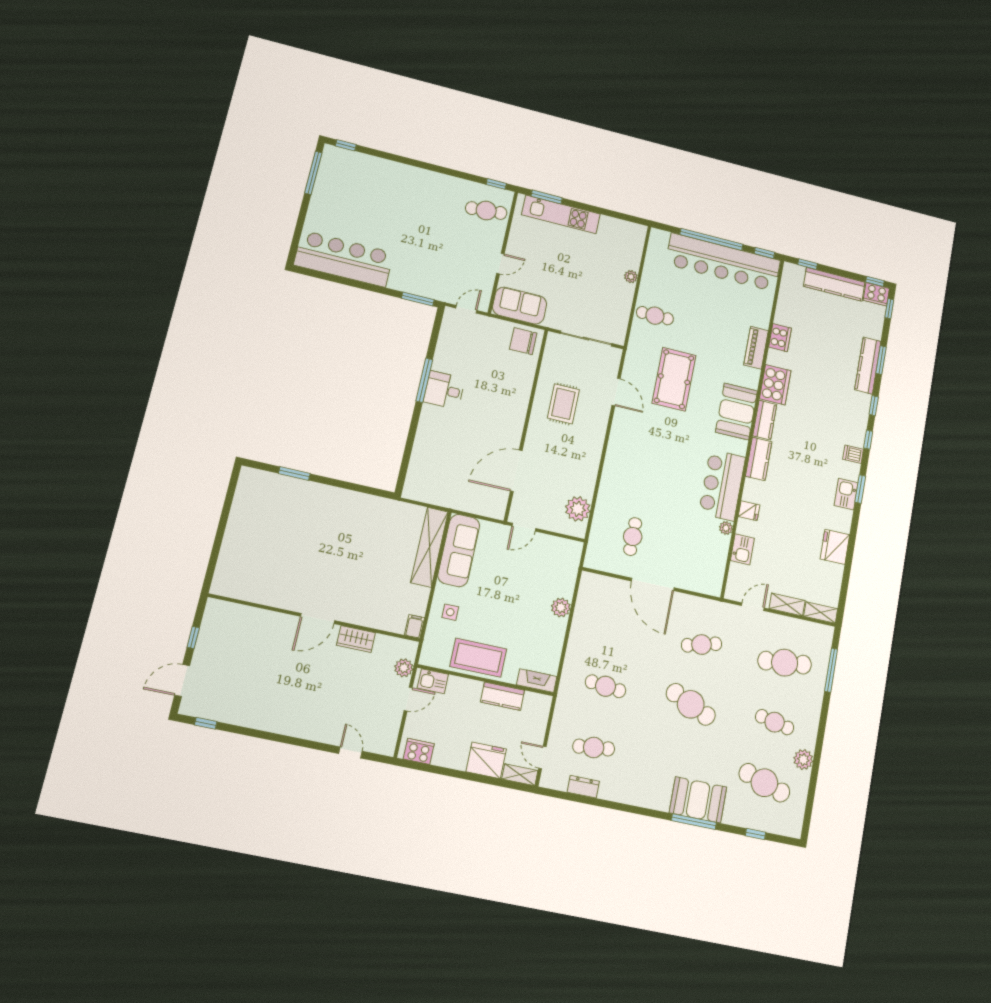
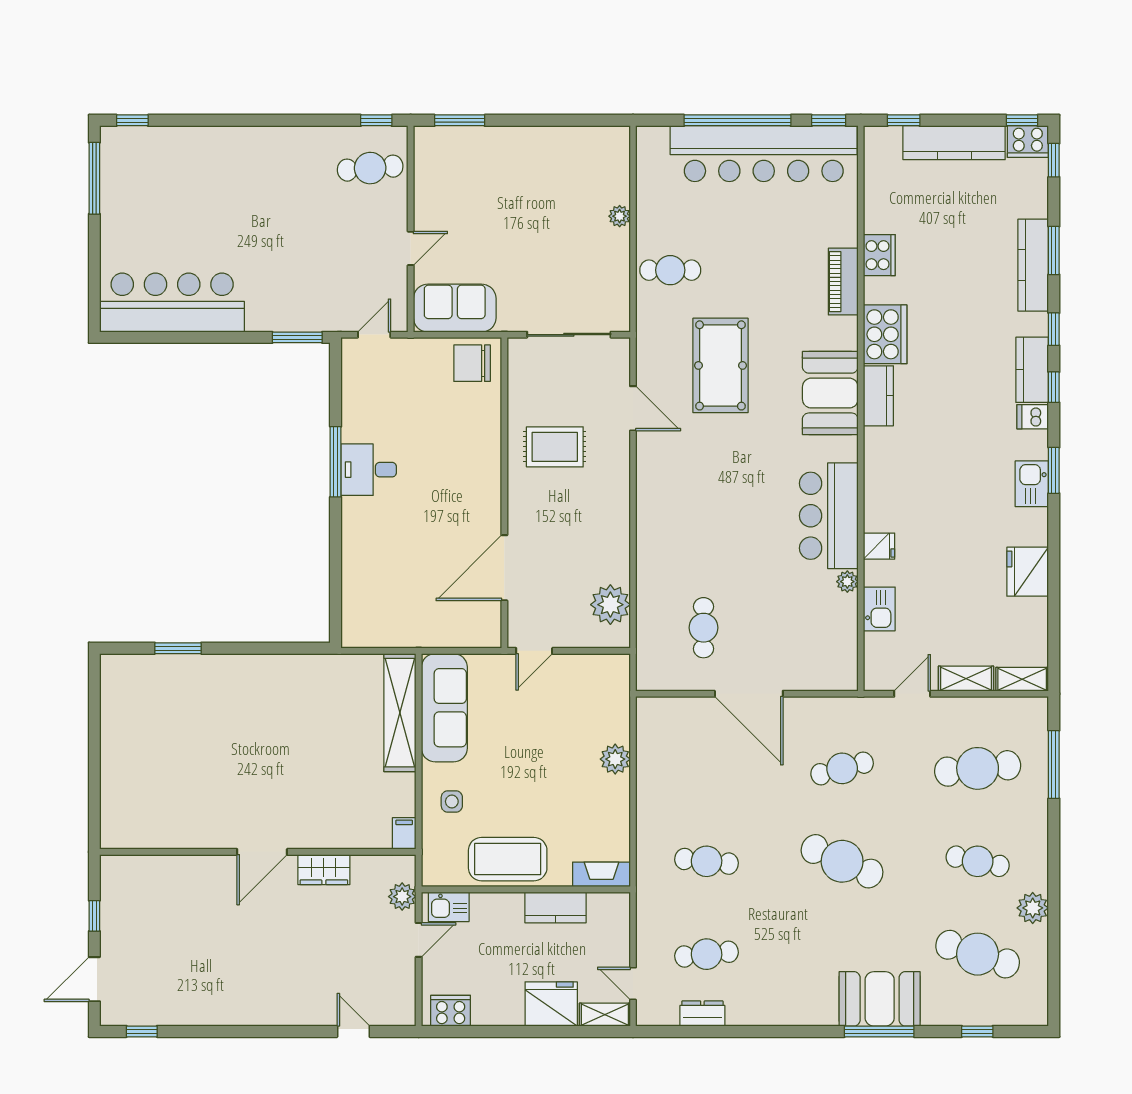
kitchen unit: (561, 214) -> (488, 143), removed
rug: (563, 404) -> (555, 447), turned 90
kitchen counter: (759, 459) -> (1032, 370), moved, turned 180

